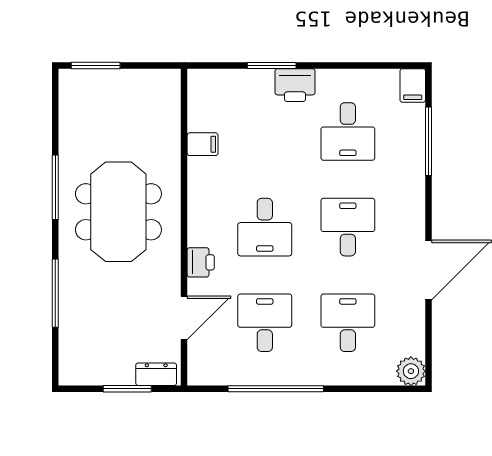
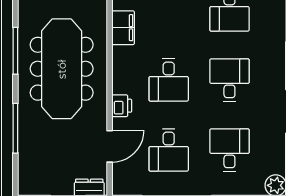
filing cabinet: (203, 144) -> (123, 28), width x2.00
meeting table: (118, 212) -> (62, 69), width x1.36
desk: (265, 323) -> (169, 150), turned 180

